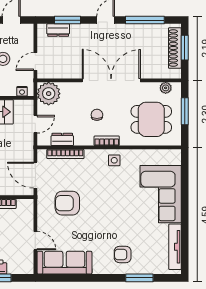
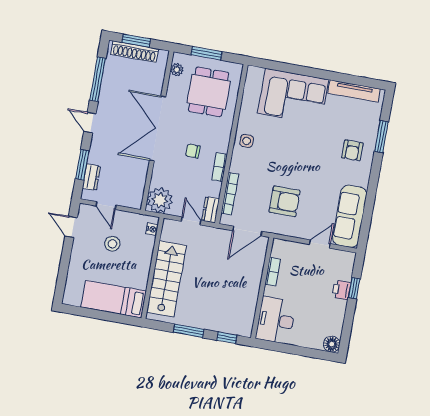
door: (35, 62) -> (106, 206), moved
dresser: (62, 139) -> (210, 210), moved
bookcase: (107, 141) -> (220, 167), moved
armchair: (67, 203) -> (285, 201), turned -90

